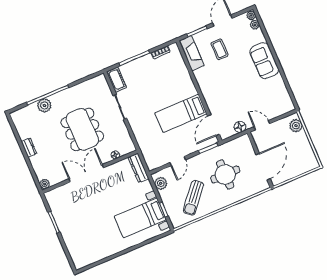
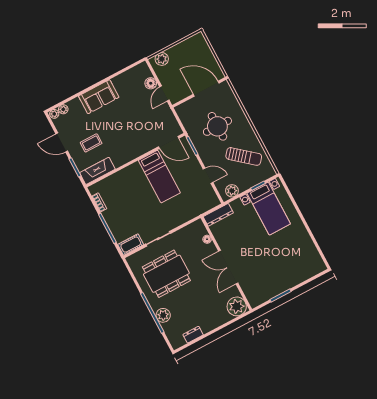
floor lamp: (240, 127) -> (151, 83), moved
dining table: (82, 129) -> (166, 274), moved
dresser: (29, 148) -> (193, 335), moved
plant: (45, 184) -> (237, 306), width x1.88, depth x1.88

